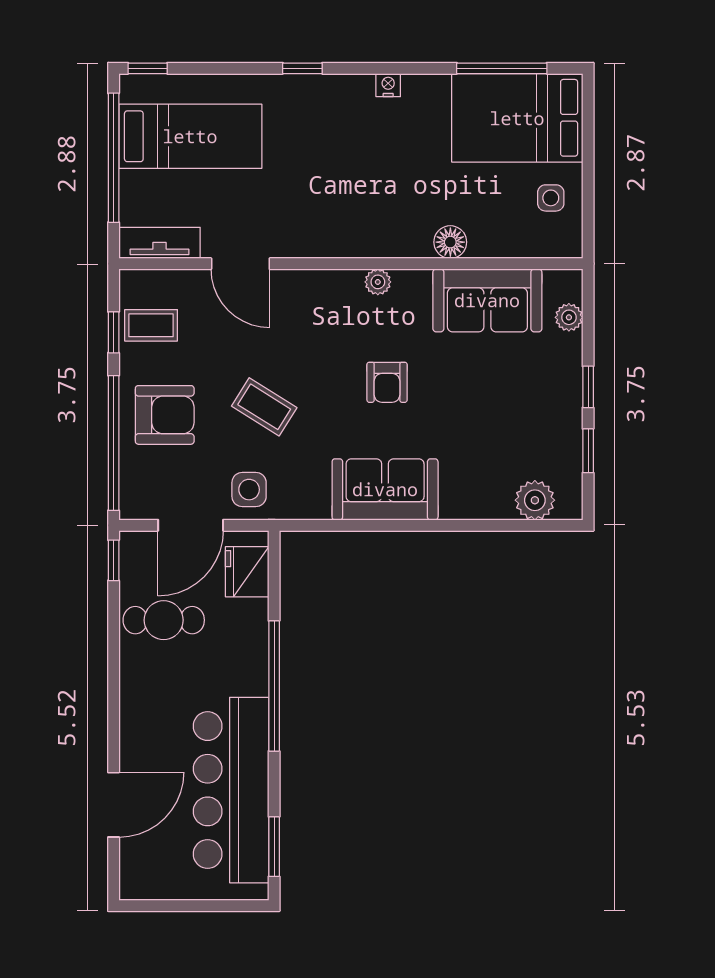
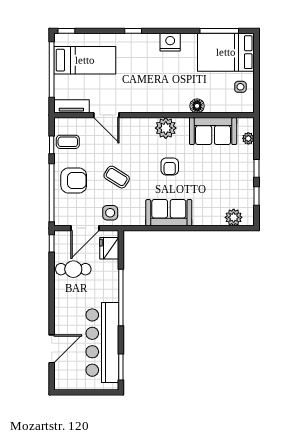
nightstand: (388, 85) -> (170, 42), width x1.89, depth x1.79
plant: (378, 282) -> (166, 128), width x1.87, depth x1.87

